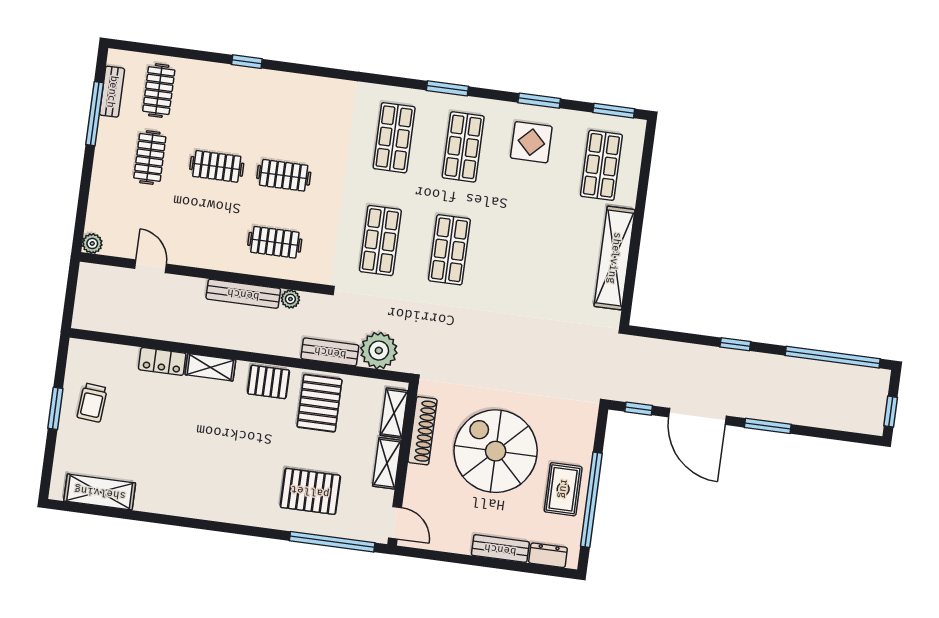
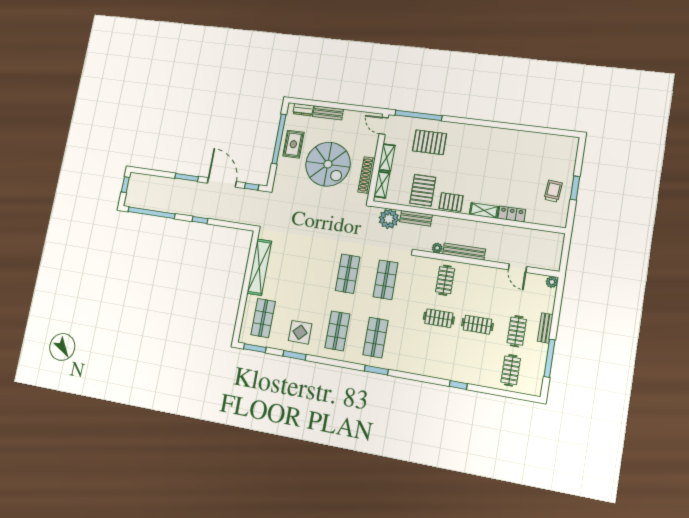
window: (447, 88) -> (376, 370), moved
bench: (112, 92) -> (545, 328), moved
clothes rail: (275, 242) -> (445, 280), turned 90
shelving: (100, 492) -> (549, 141), removed

